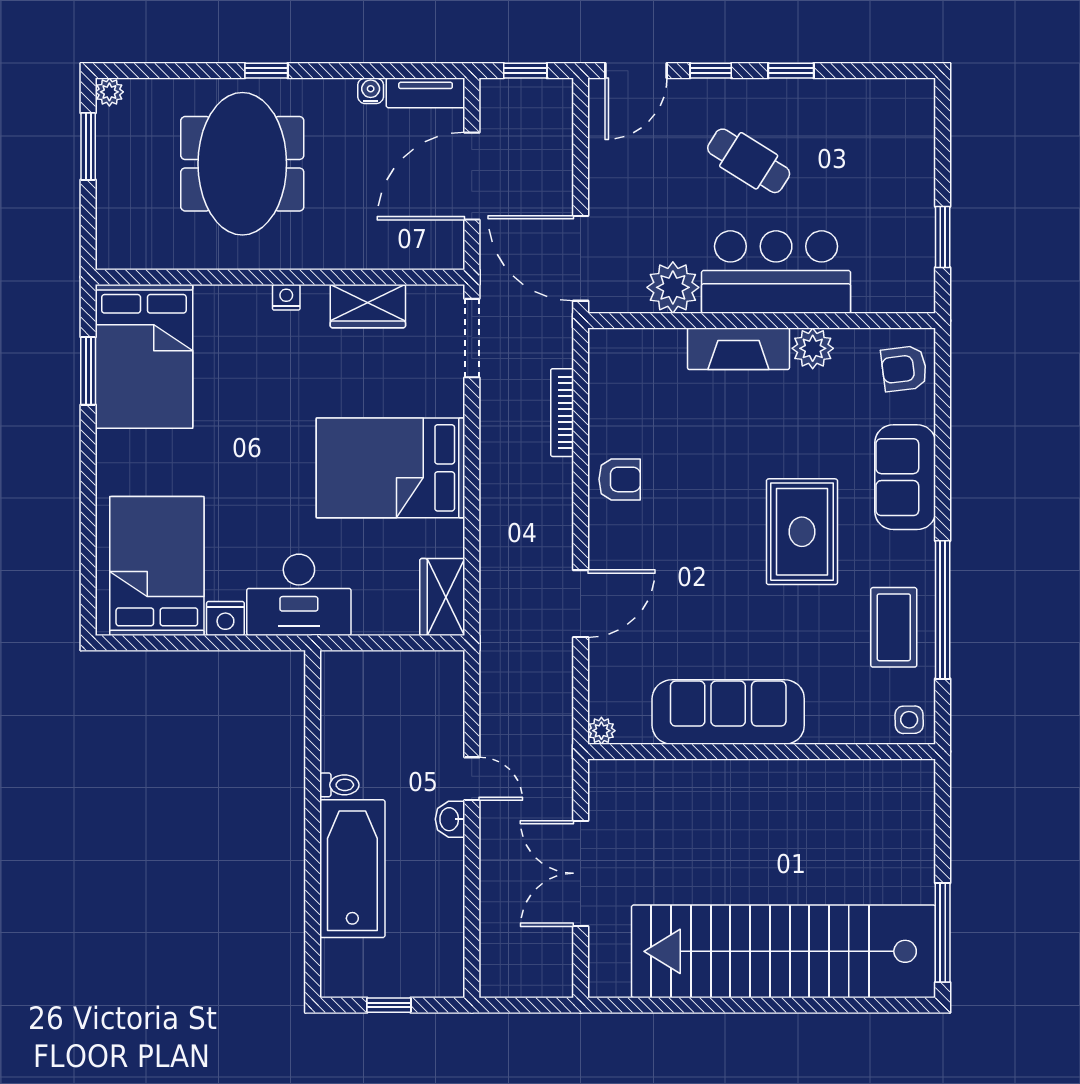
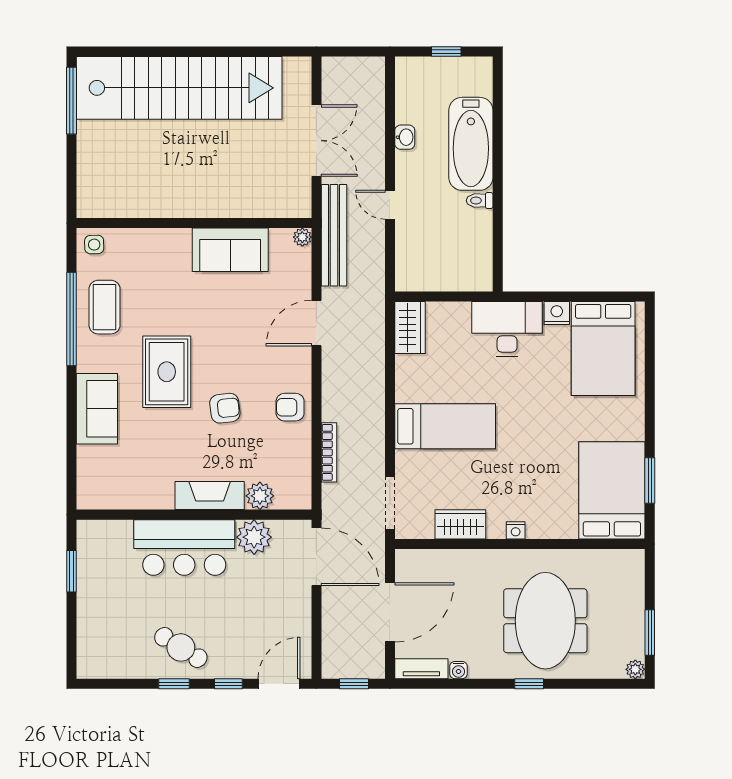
cafe table: (749, 161) -> (181, 647), moved
plant: (813, 348) -> (260, 496), moved
armchair: (904, 369) -> (225, 408), moved
bed: (390, 468) -> (445, 426), width x0.67
sofa: (728, 712) -> (230, 250), width x0.73
bench: (555, 733) -> (334, 235), added
washbasin: (450, 819) -> (405, 137), moved

